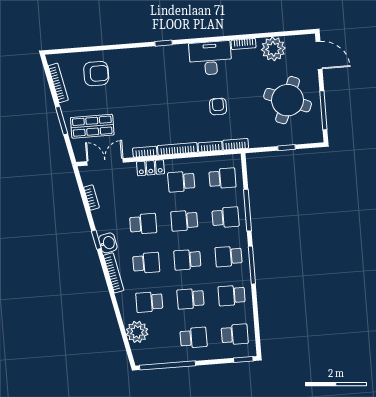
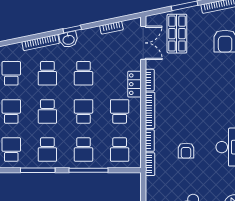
armchair: (218, 106) -> (186, 151), turned 90
school desk: (229, 256) -> (47, 150), turned 180
school desk: (187, 260) -> (47, 111), turned 180

